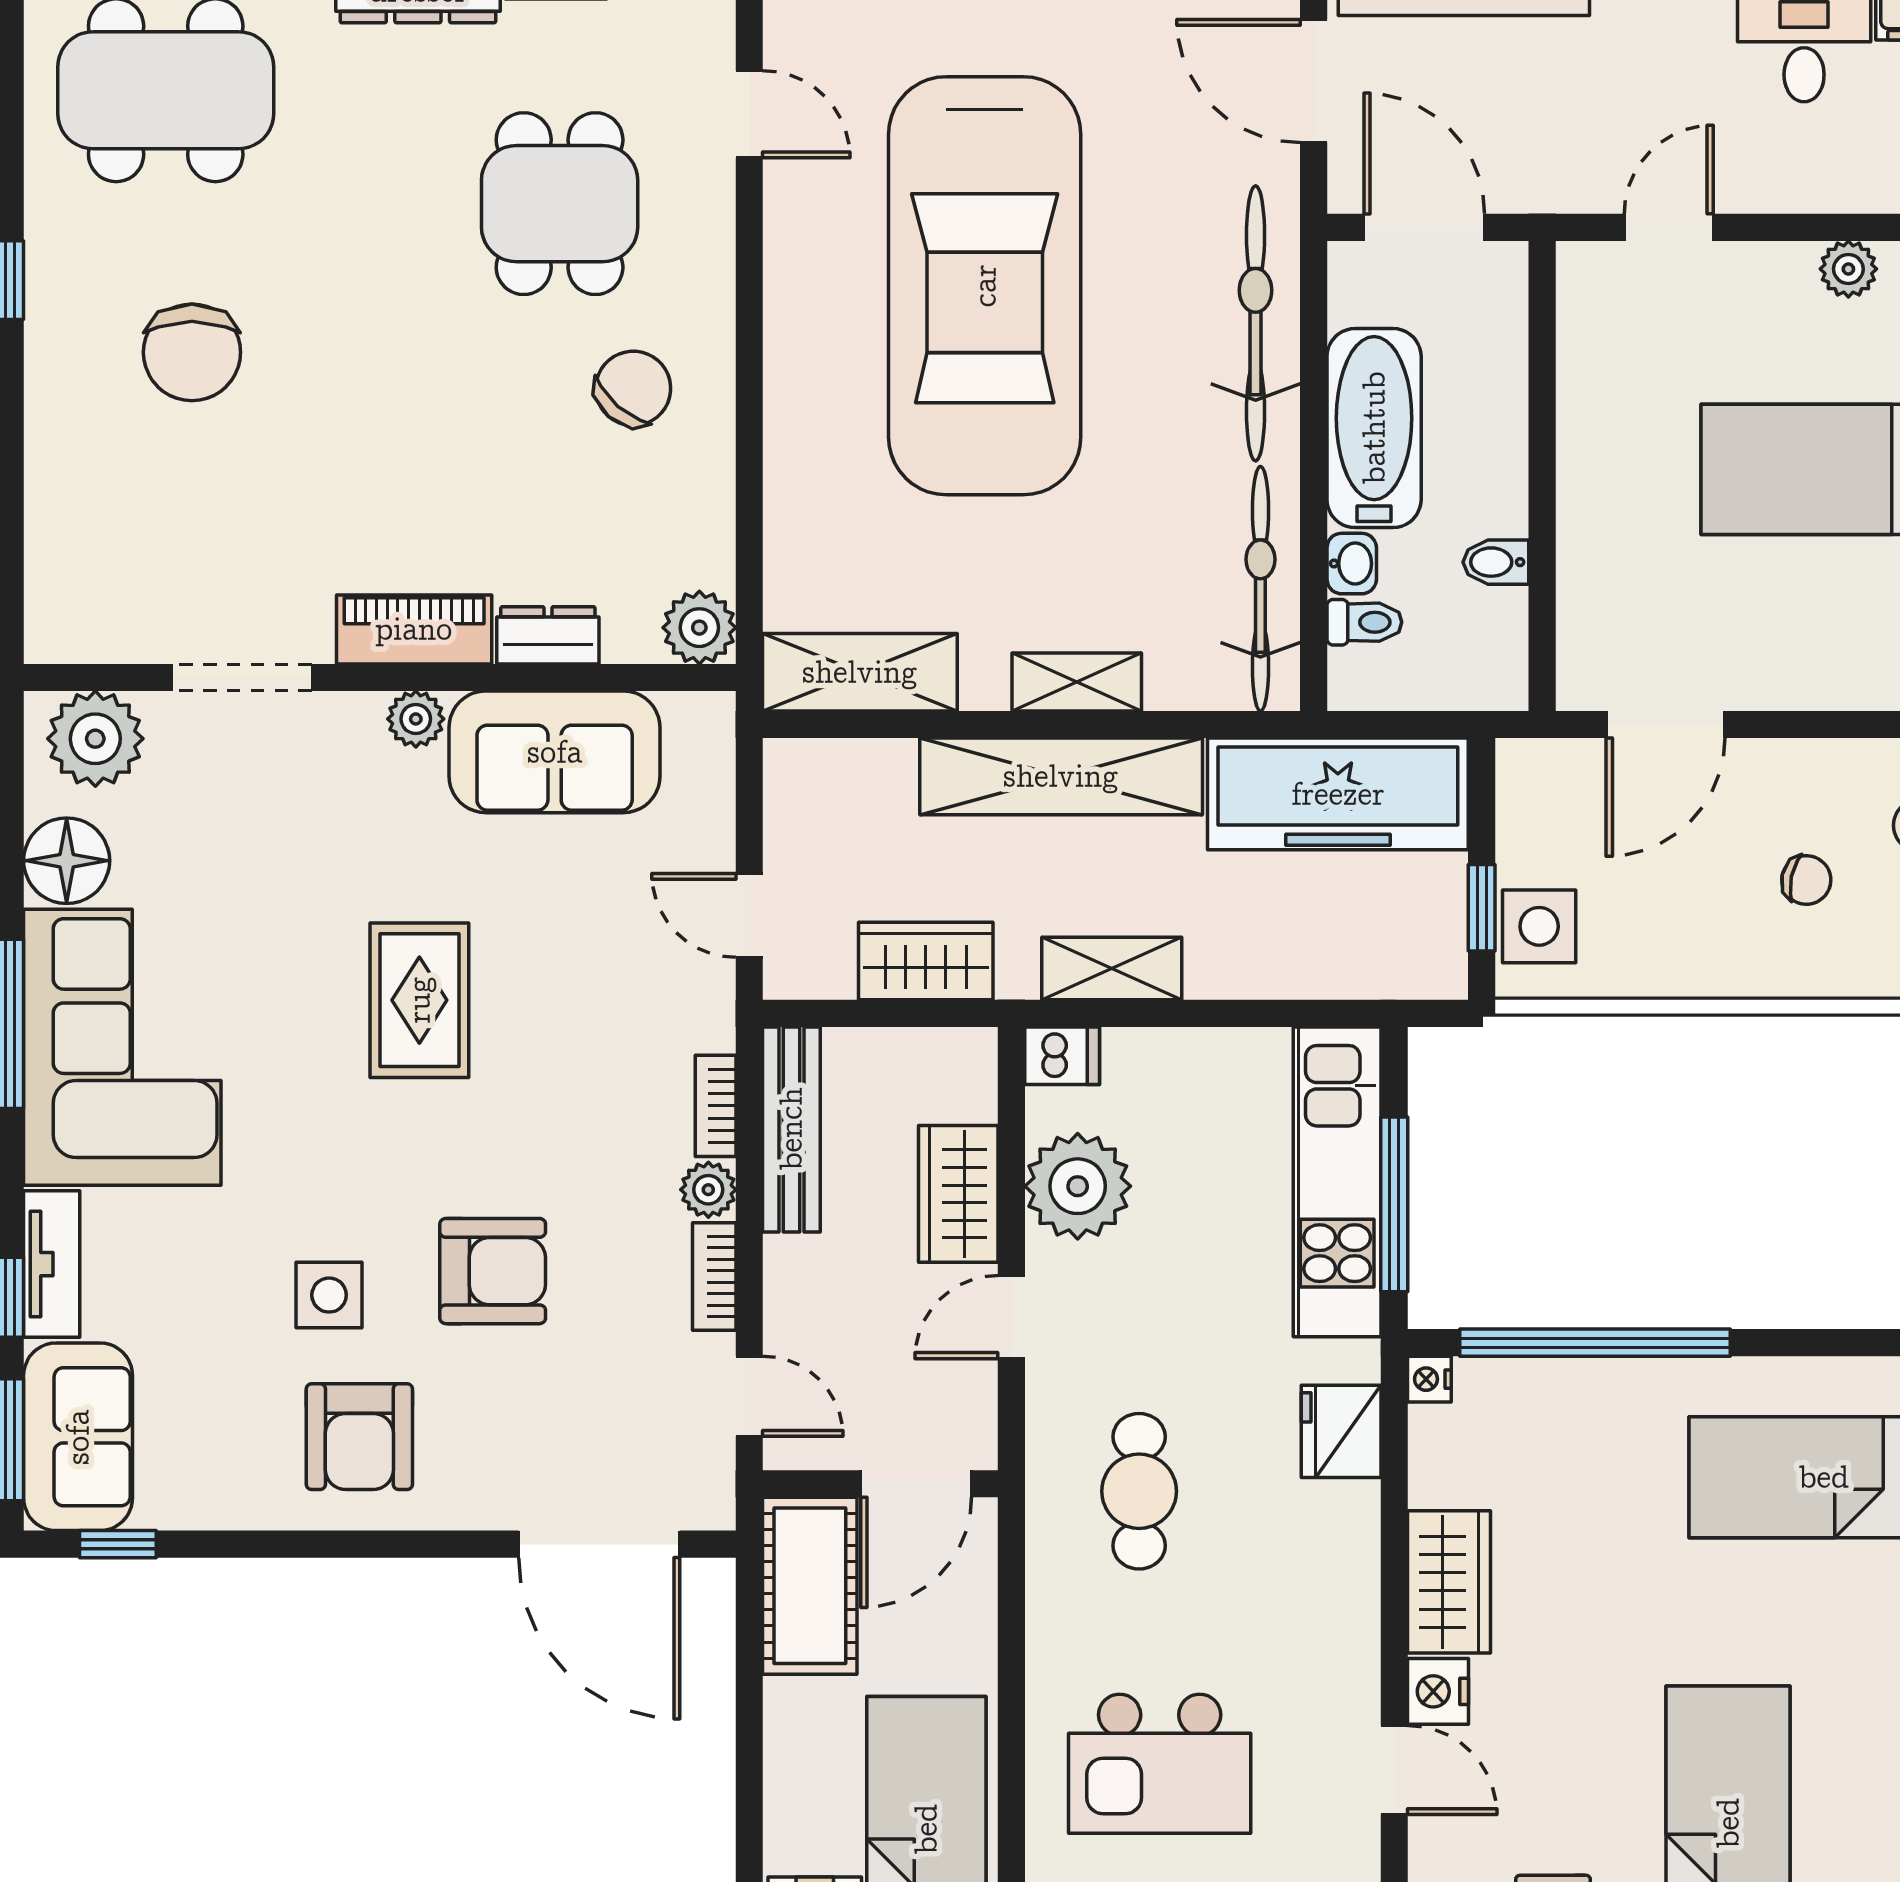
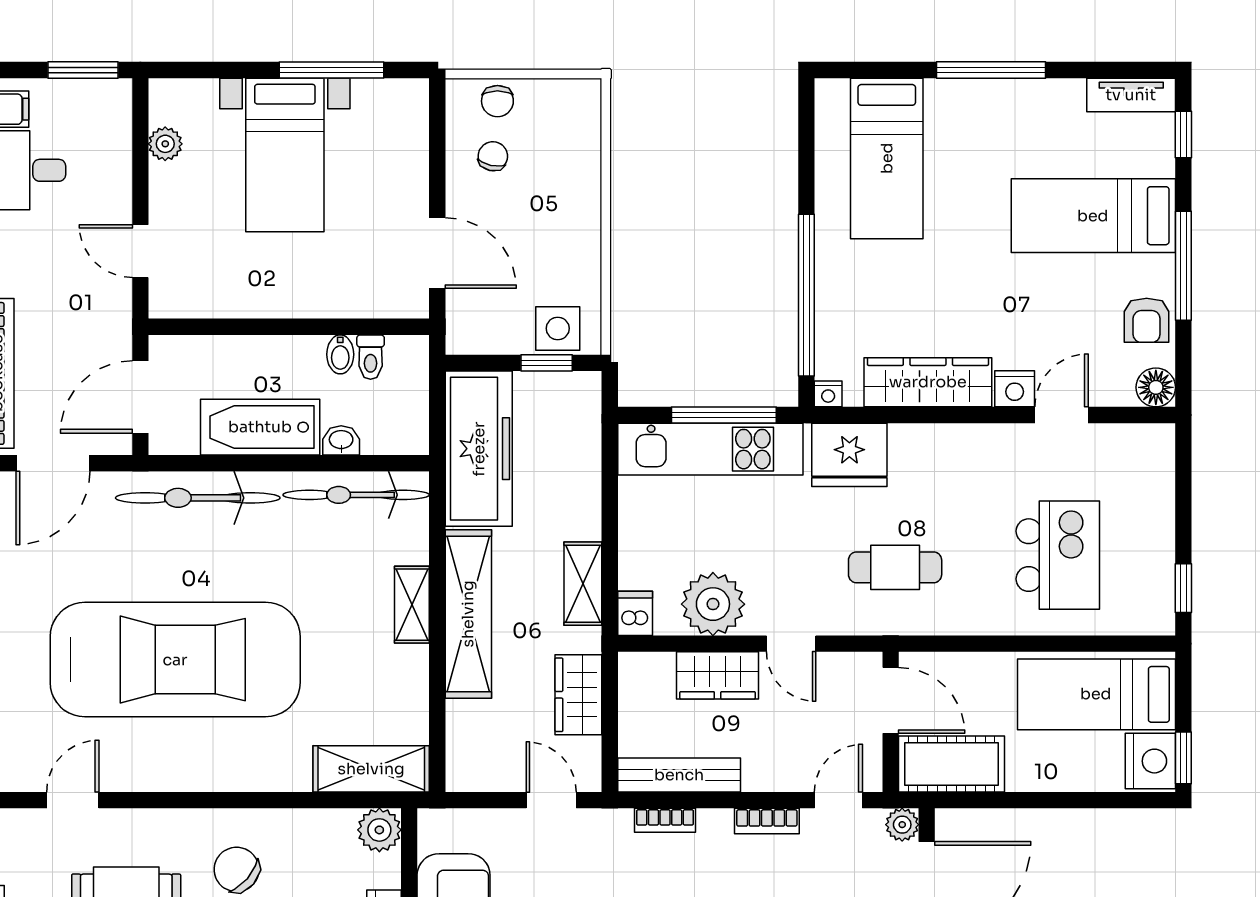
toilet: (1364, 622) -> (371, 357), moved, turned 180
shelving: (860, 672) -> (371, 769), moved, turned 90
chair: (1806, 880) -> (493, 156), moved
door: (749, 915) -> (551, 800), swing flipped
plant: (708, 1190) -> (902, 825), moved
fridge: (1341, 1431) -> (849, 455), width x1.36, depth x1.34
wardrobe: (1449, 1582) -> (928, 382), width x1.50

